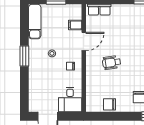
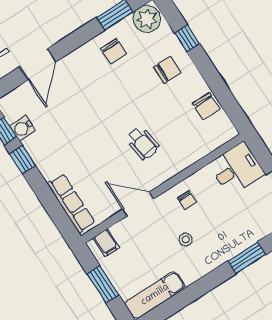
row of seats: (99, 10) -> (71, 203), width x1.48
filing cabinet: (75, 25) -> (106, 243), moved
window: (24, 56) -> (247, 258), moved

